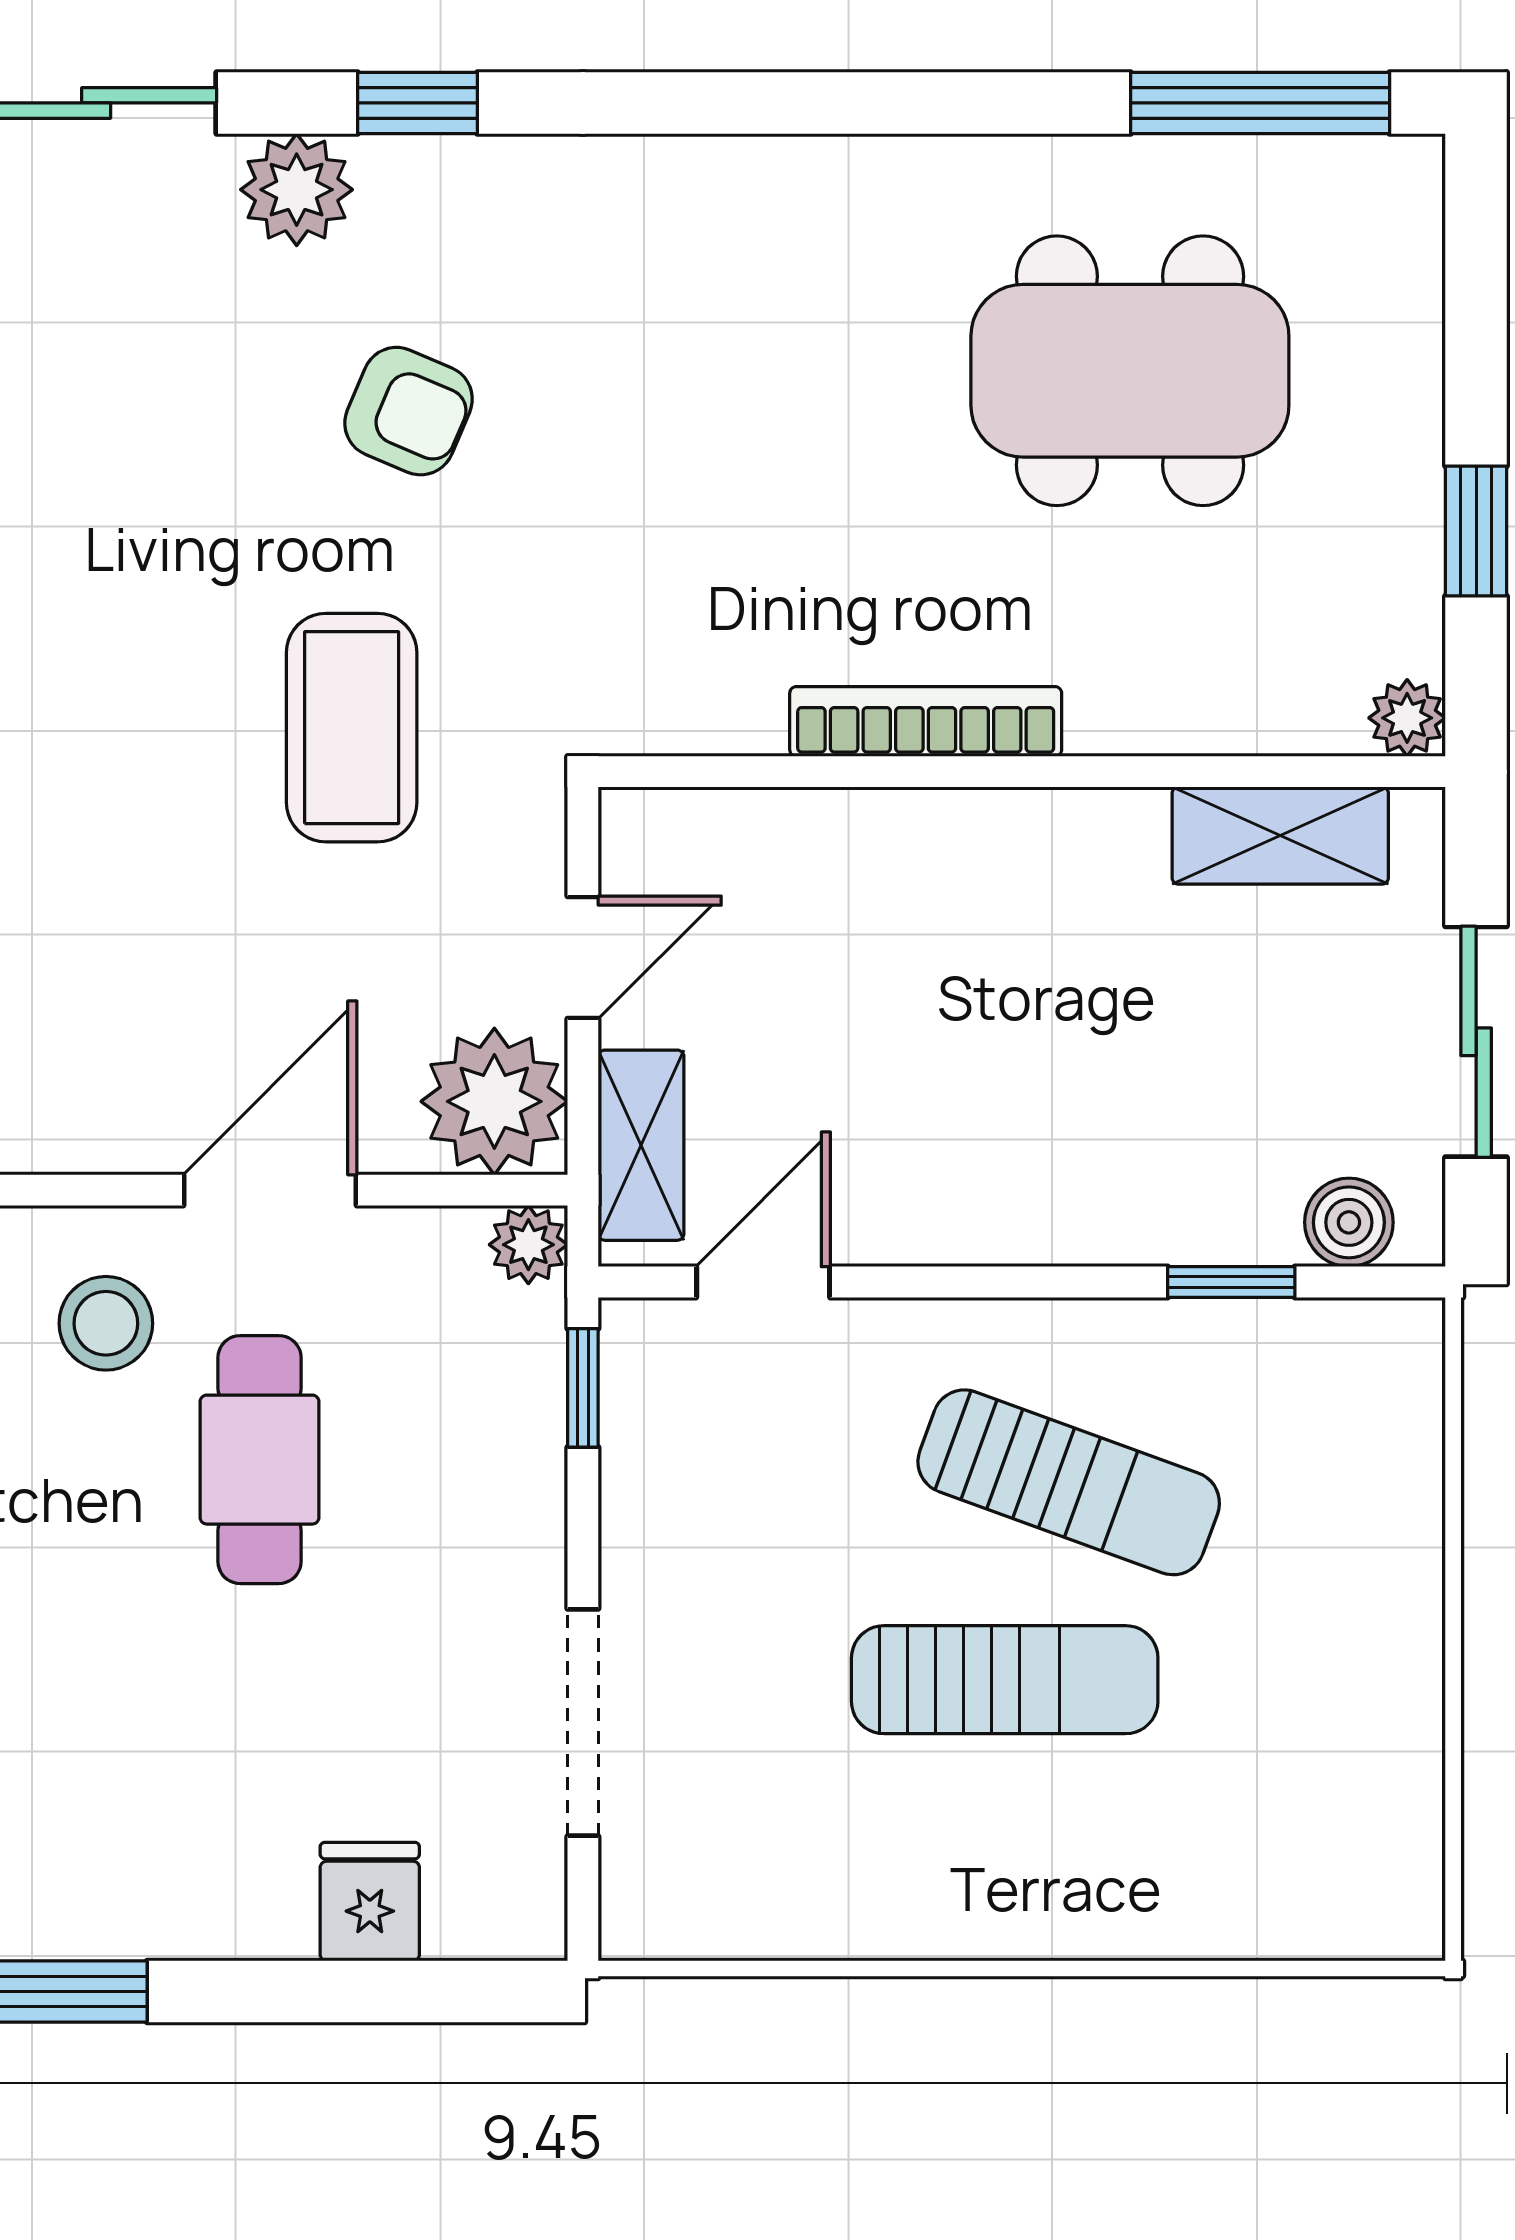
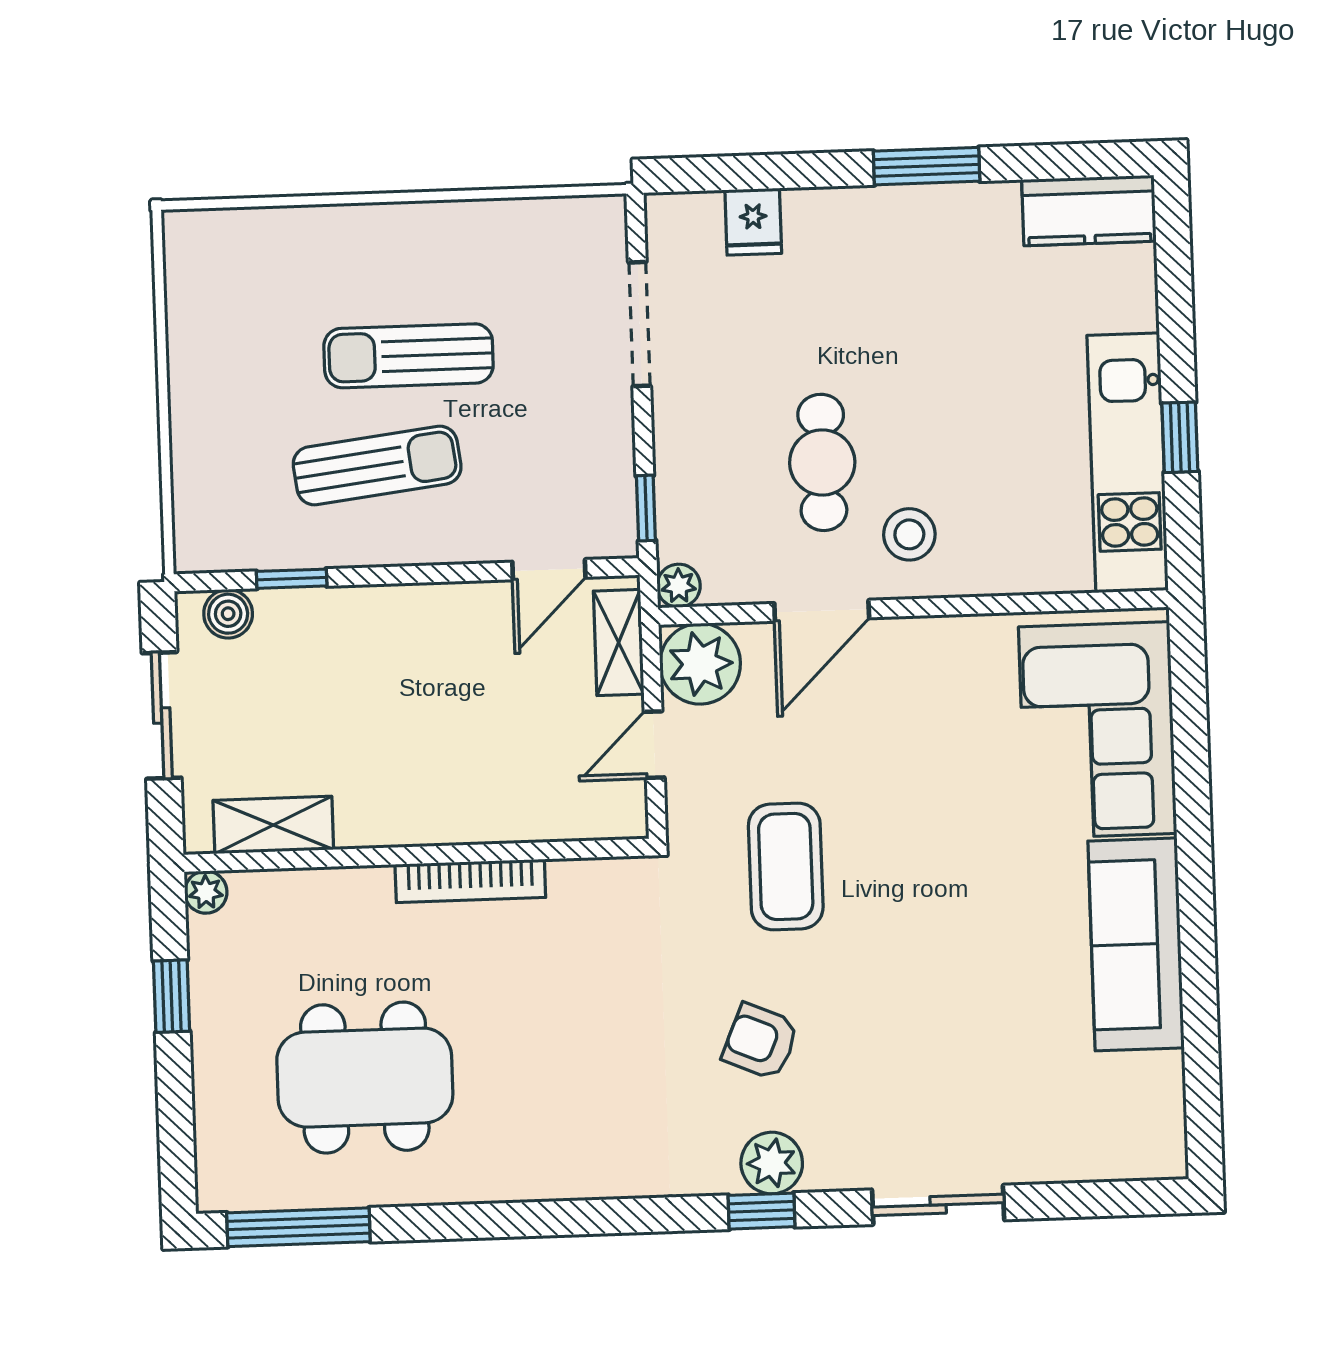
plant: (297, 190) -> (772, 1163), moved
sun lounger: (1069, 1482) -> (377, 465), turned 153

